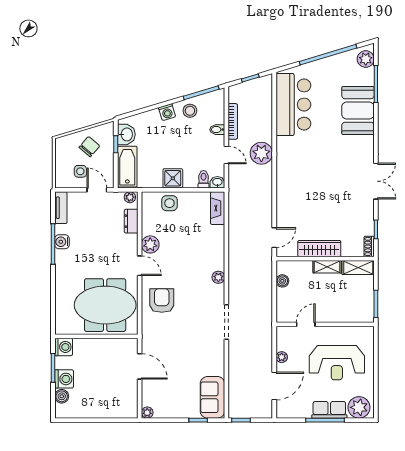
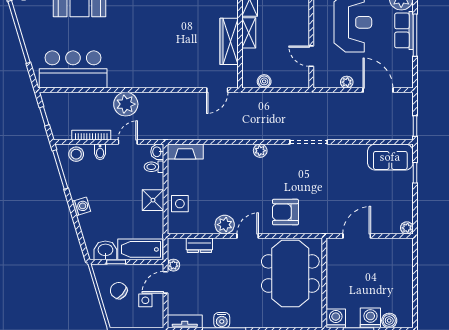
stool: (190, 111) -> (76, 154), moved
plant: (130, 197) -> (173, 265), moved
door: (274, 238) -> (217, 90), swing flipped

